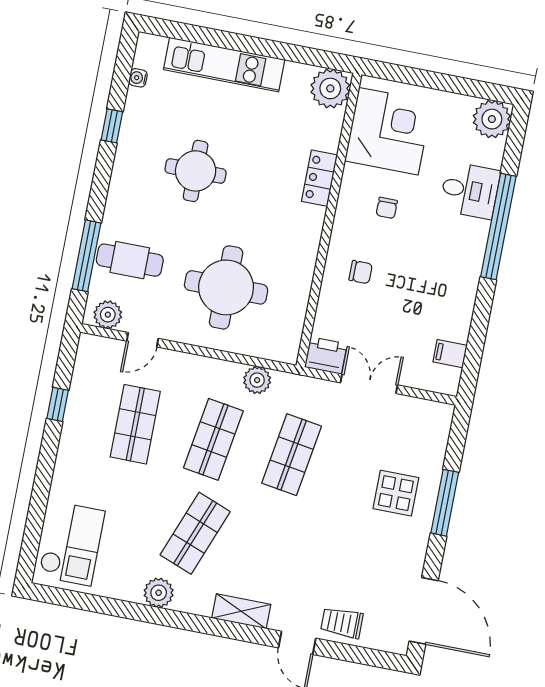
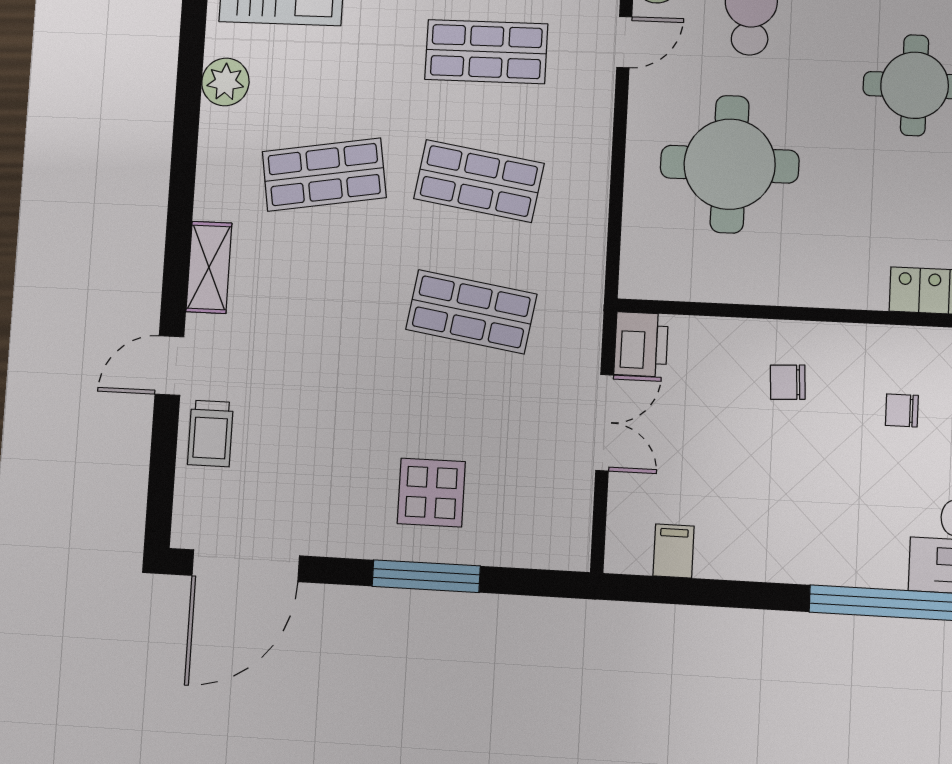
chair: (361, 272) -> (788, 382), turned 87
door: (143, 340) -> (624, 42), swing flipped
plant: (257, 380) -> (585, 238), removed
shop shelf: (195, 533) -> (324, 175), turned -30
plant: (159, 593) -> (225, 82), moved
trolley: (342, 623) -> (210, 434), turned 180

